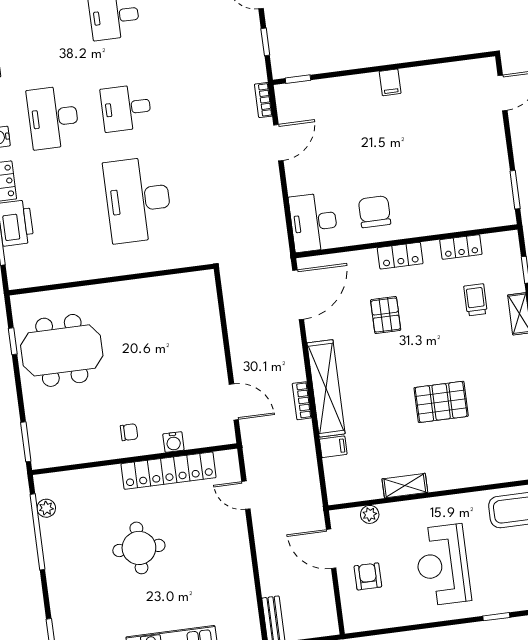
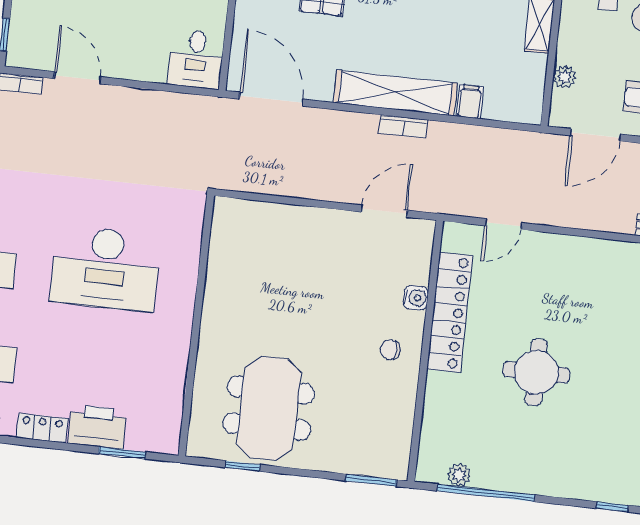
desk: (314, 222) -> (196, 59), width x0.73
chair: (129, 432) -> (390, 350), turned -90

